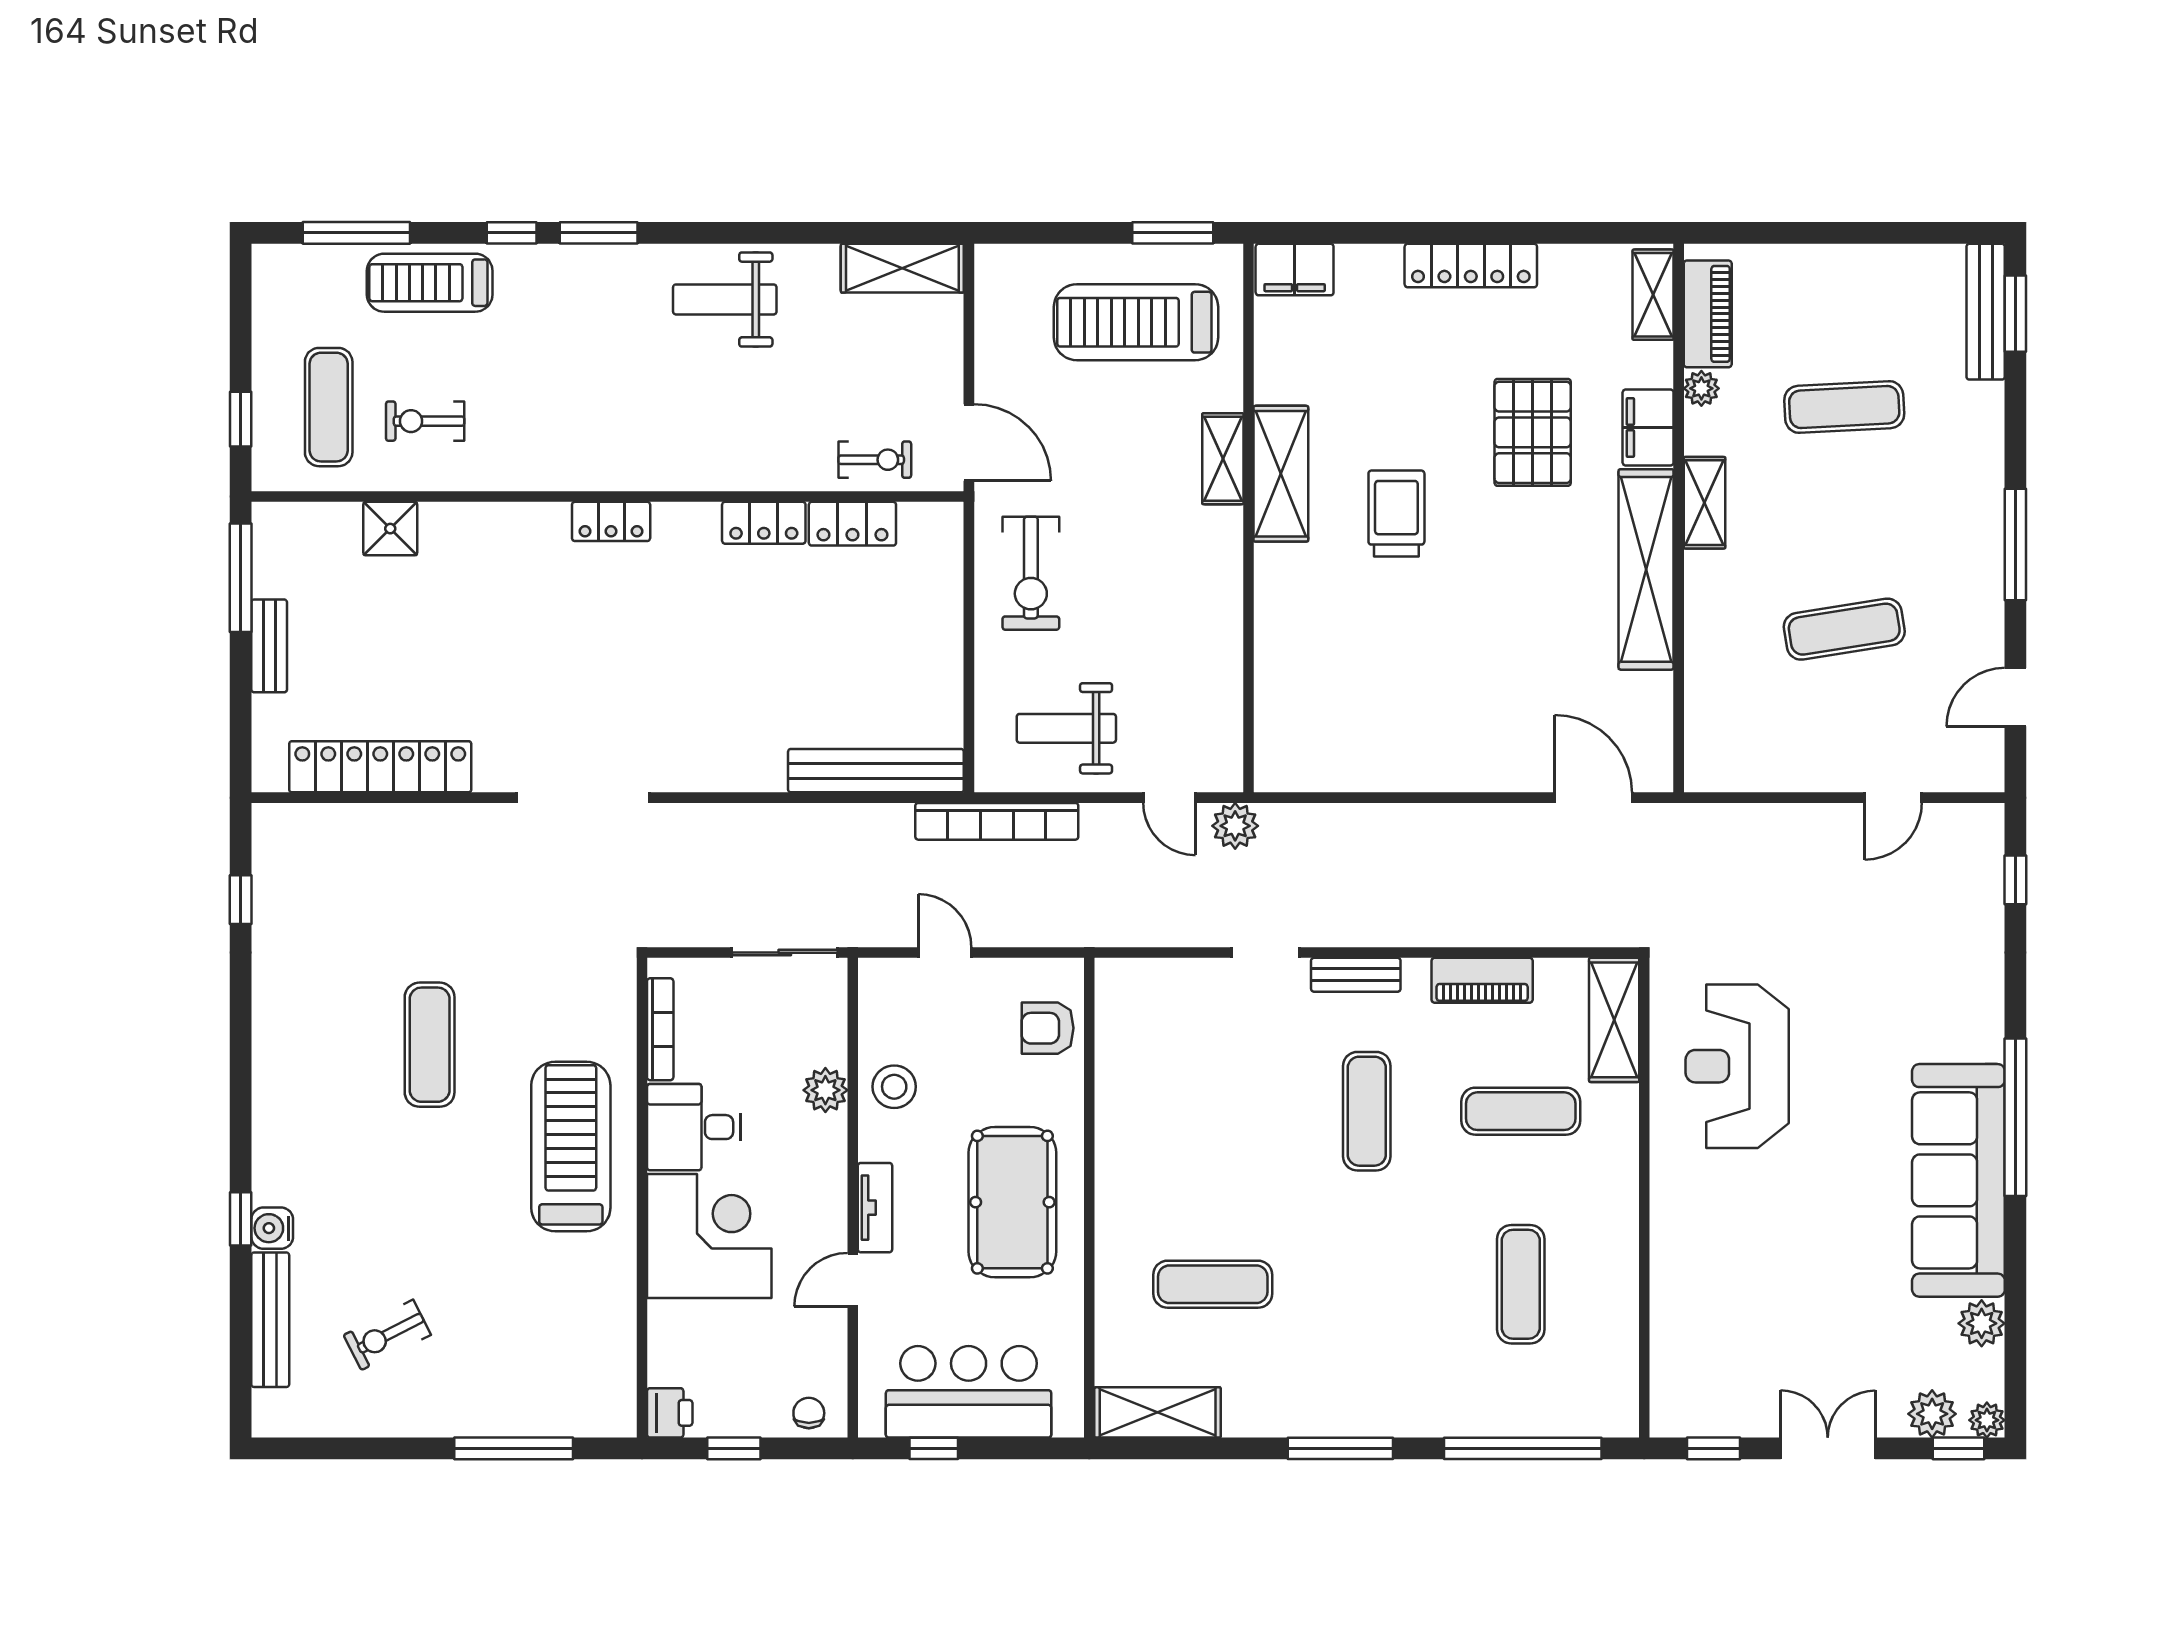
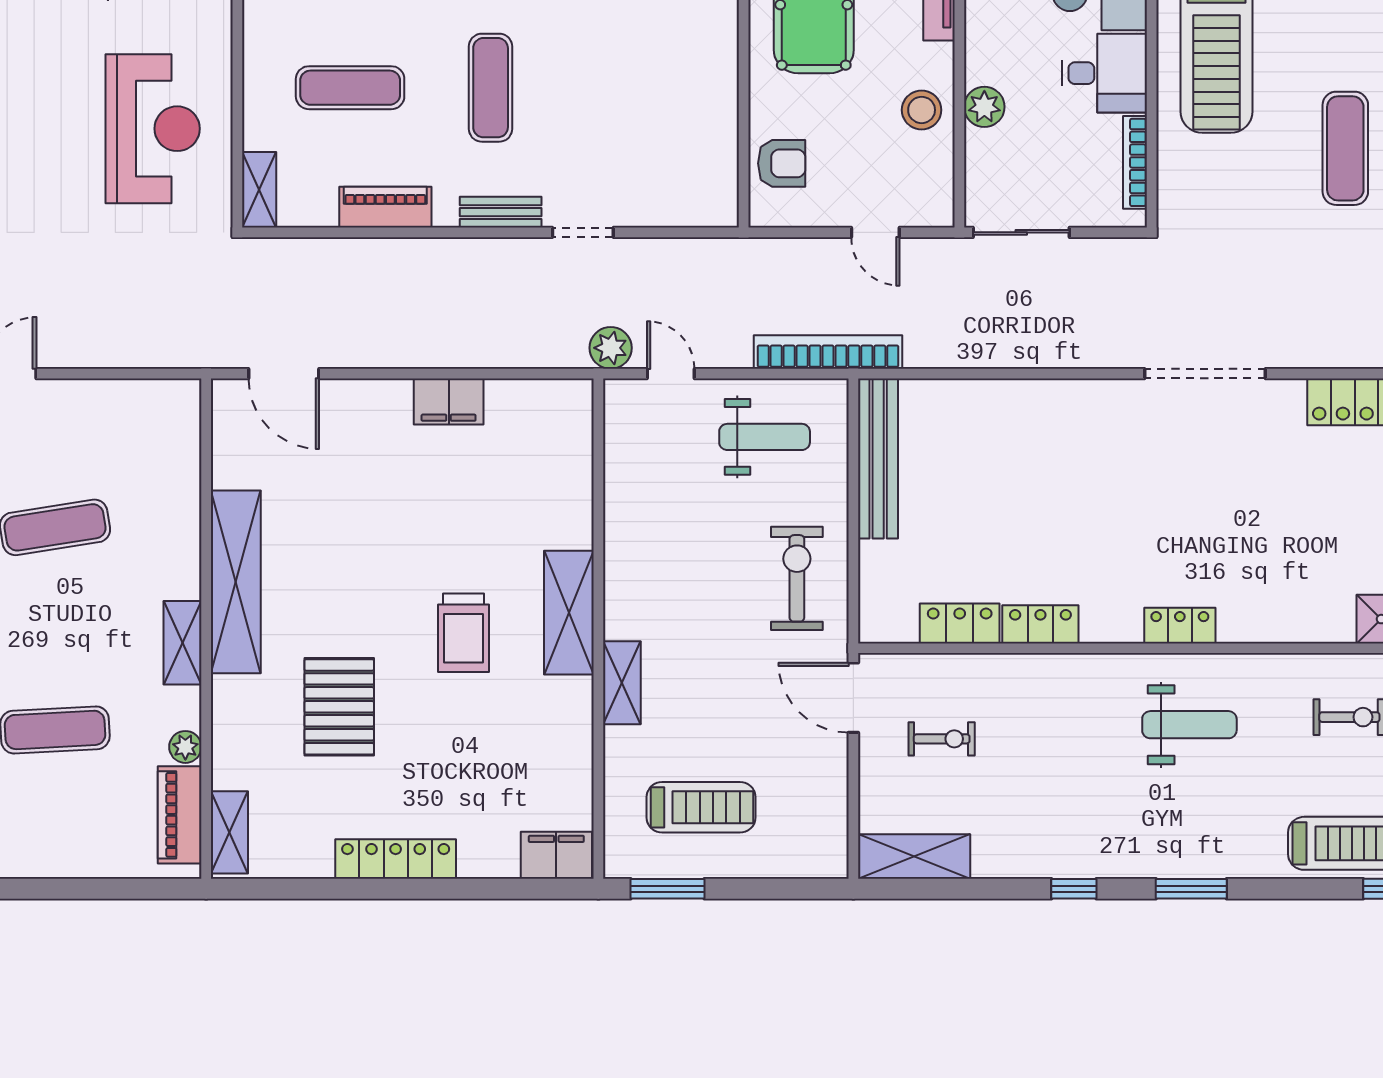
window: (512, 233) -> (1074, 889), moved
weight bench: (725, 299) -> (1189, 725), moved
treadmill: (1136, 322) -> (701, 807), width x0.73, depth x0.73
filing cabinet: (1648, 428) -> (449, 402), moved, turned 90
exercise bike: (875, 460) -> (942, 739), moved, turned 180
shelving: (1281, 474) -> (569, 613), moved
bench: (876, 771) -> (878, 458), moved, turned 90
shelving: (1614, 1020) -> (259, 190), width x0.67, depth x0.75

